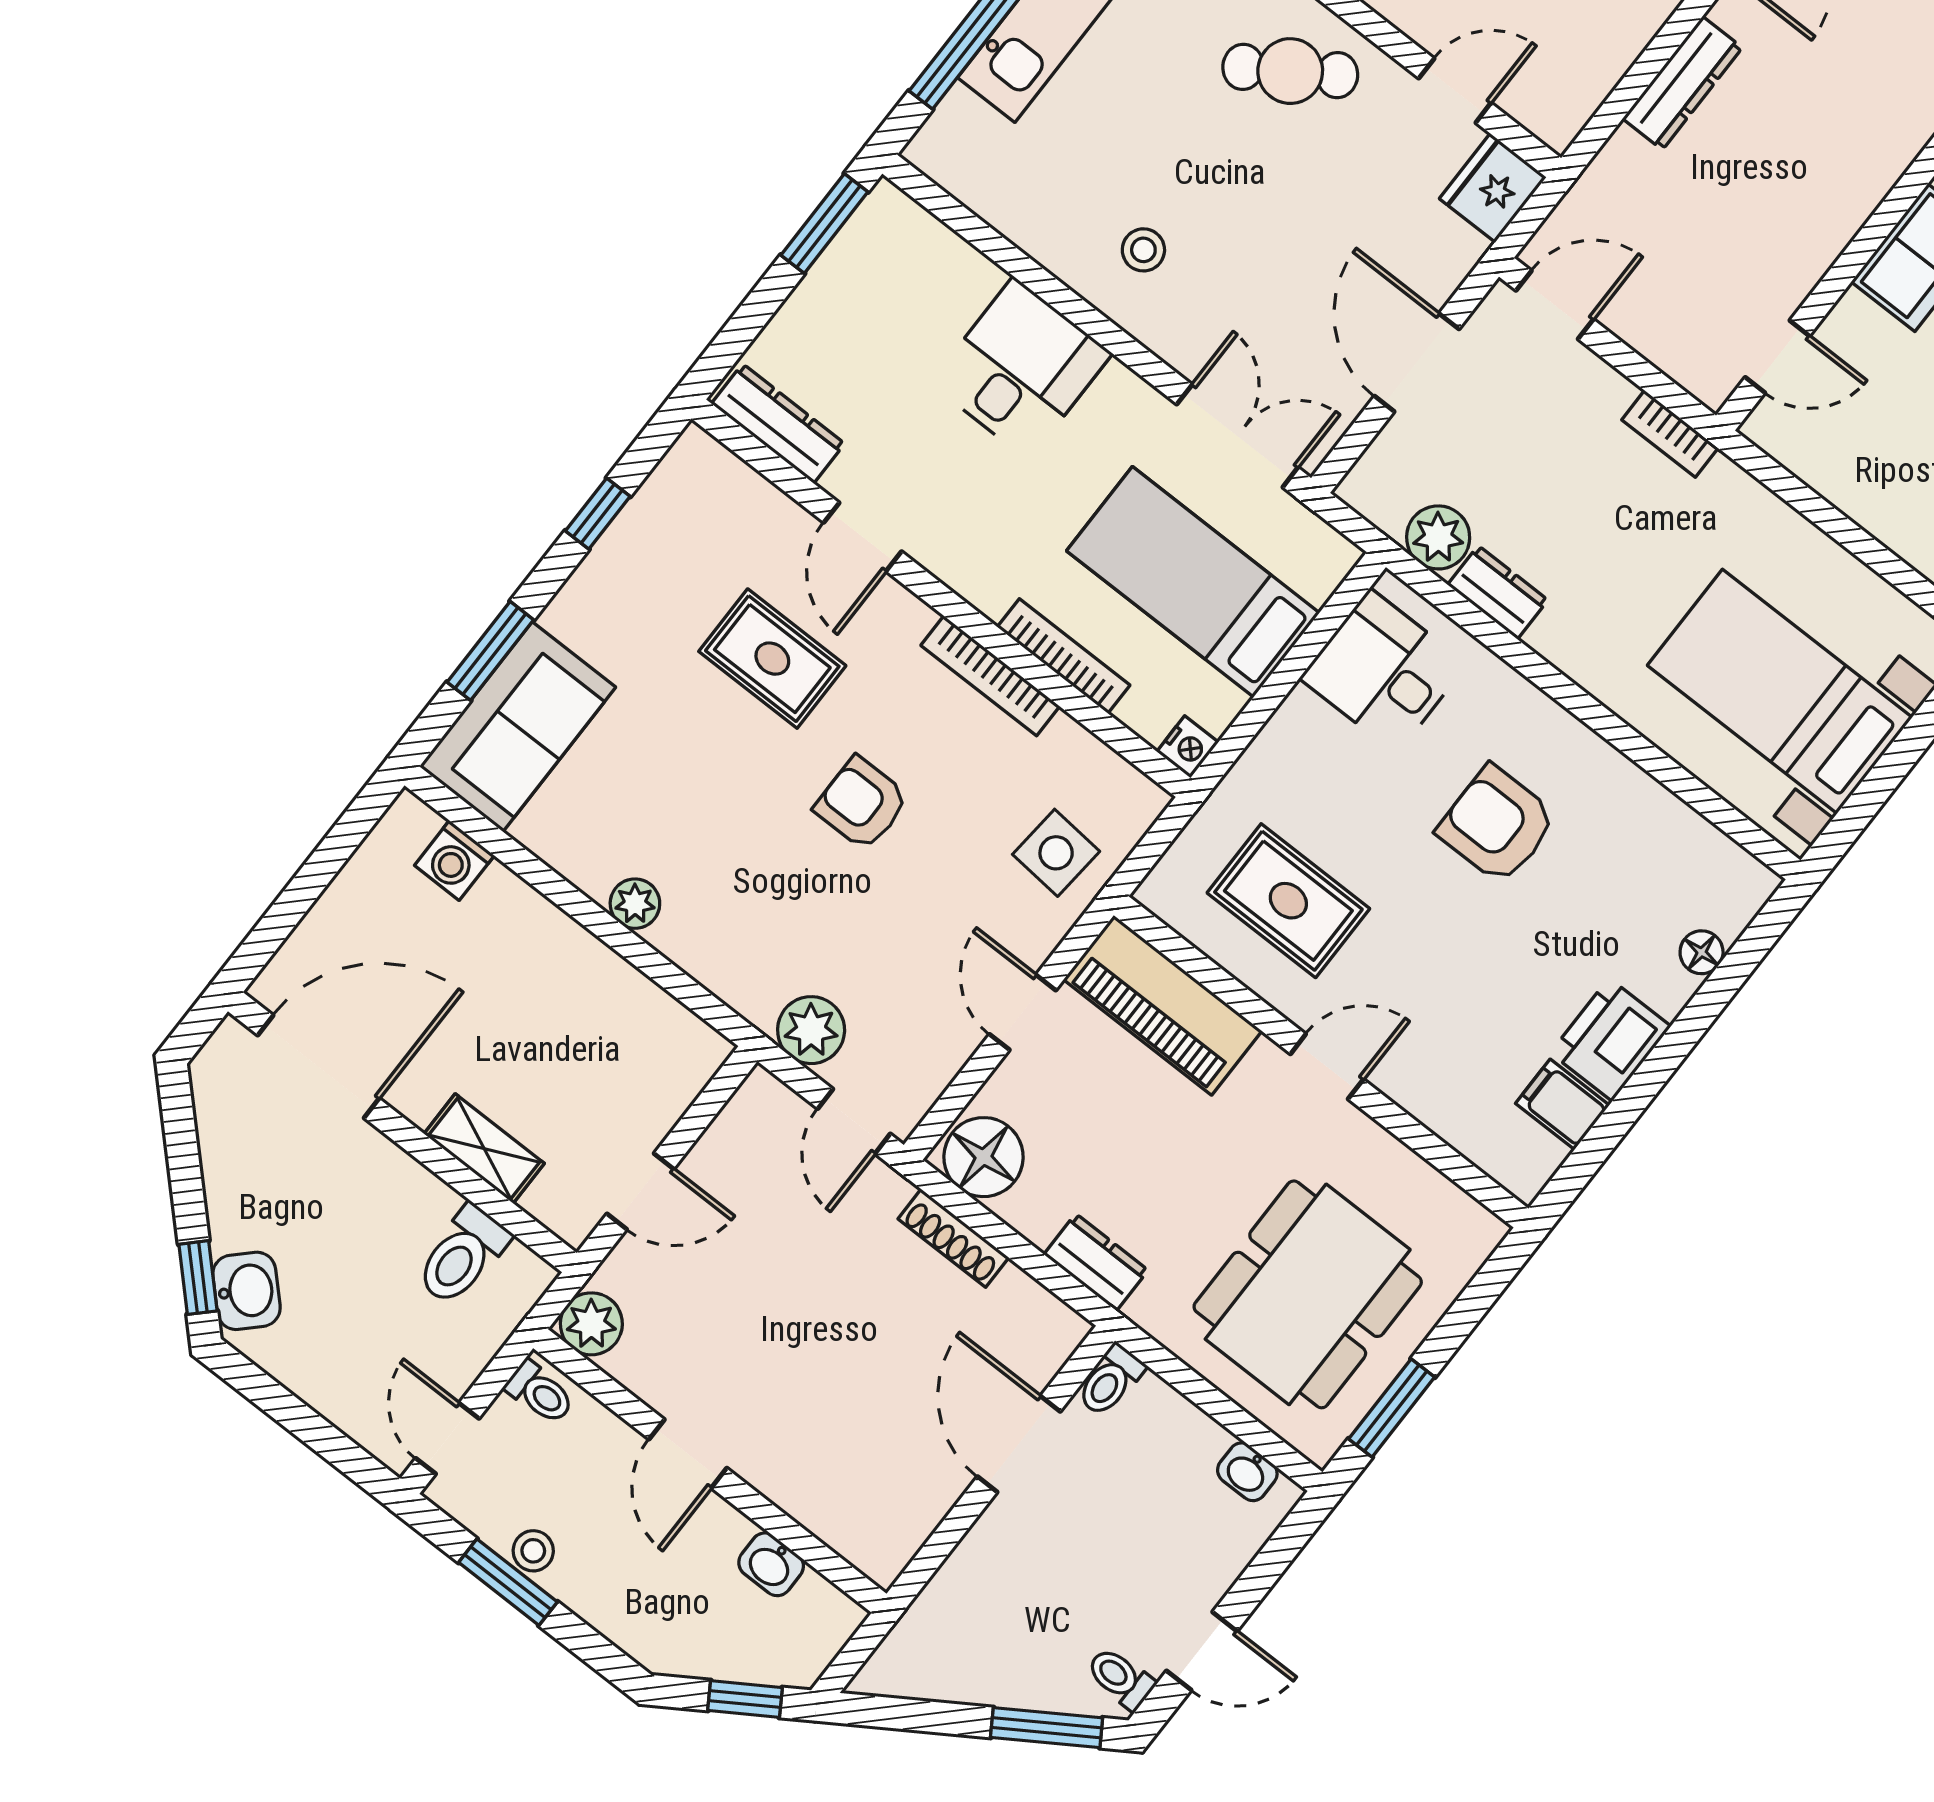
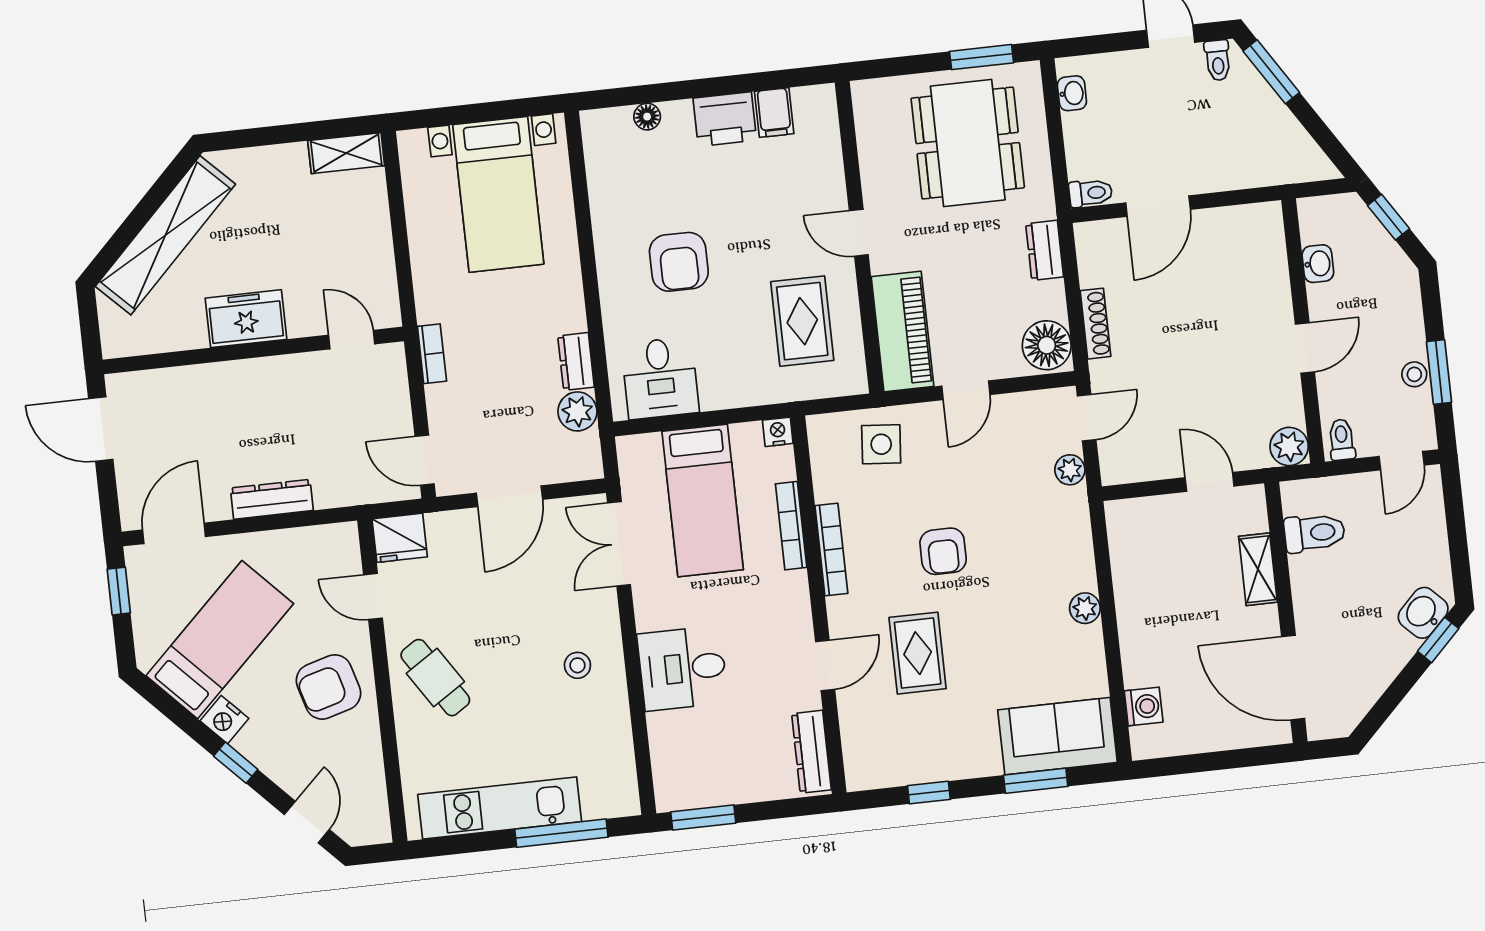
plant: (811, 1030) -> (1070, 470), width x0.73, depth x0.73
dining table: (1308, 1294) -> (968, 143), turned 90

